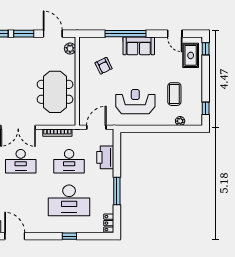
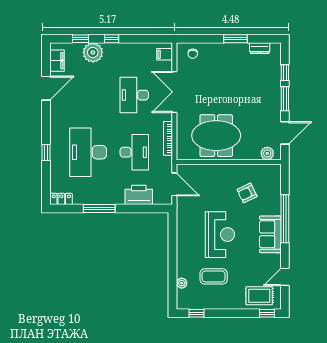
reception desk: (135, 102) -> (220, 235), moved
desk: (69, 161) -> (134, 152), turned 180

